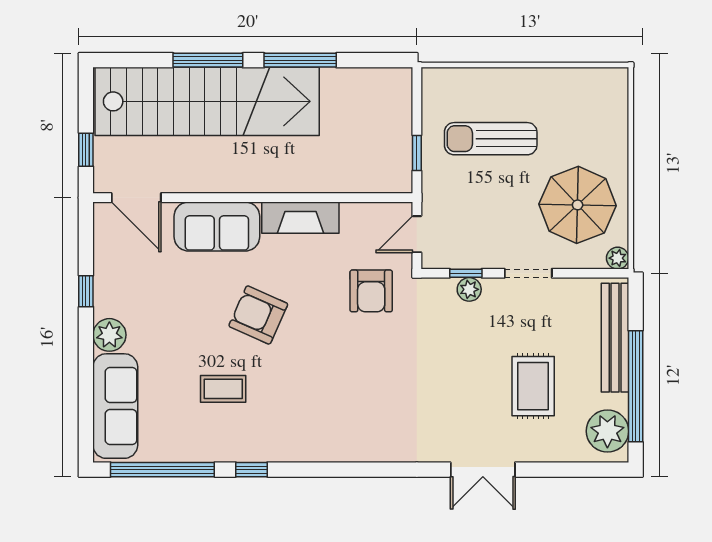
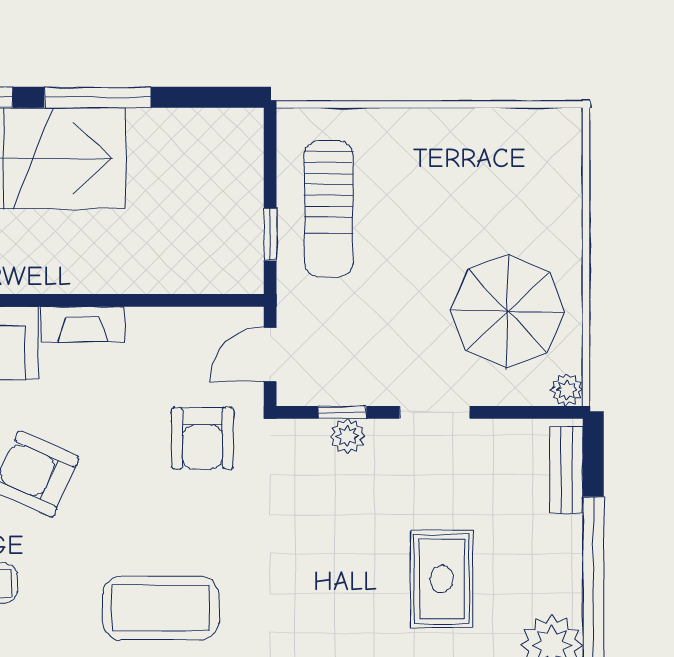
sun lounger: (491, 139) -> (329, 209), moved, turned -90
fireplace: (300, 218) -> (83, 324), width x0.73, depth x0.76
bench: (615, 338) -> (566, 470), width x0.54, depth x0.82
coffee table: (343, 406) -> (161, 608), added

